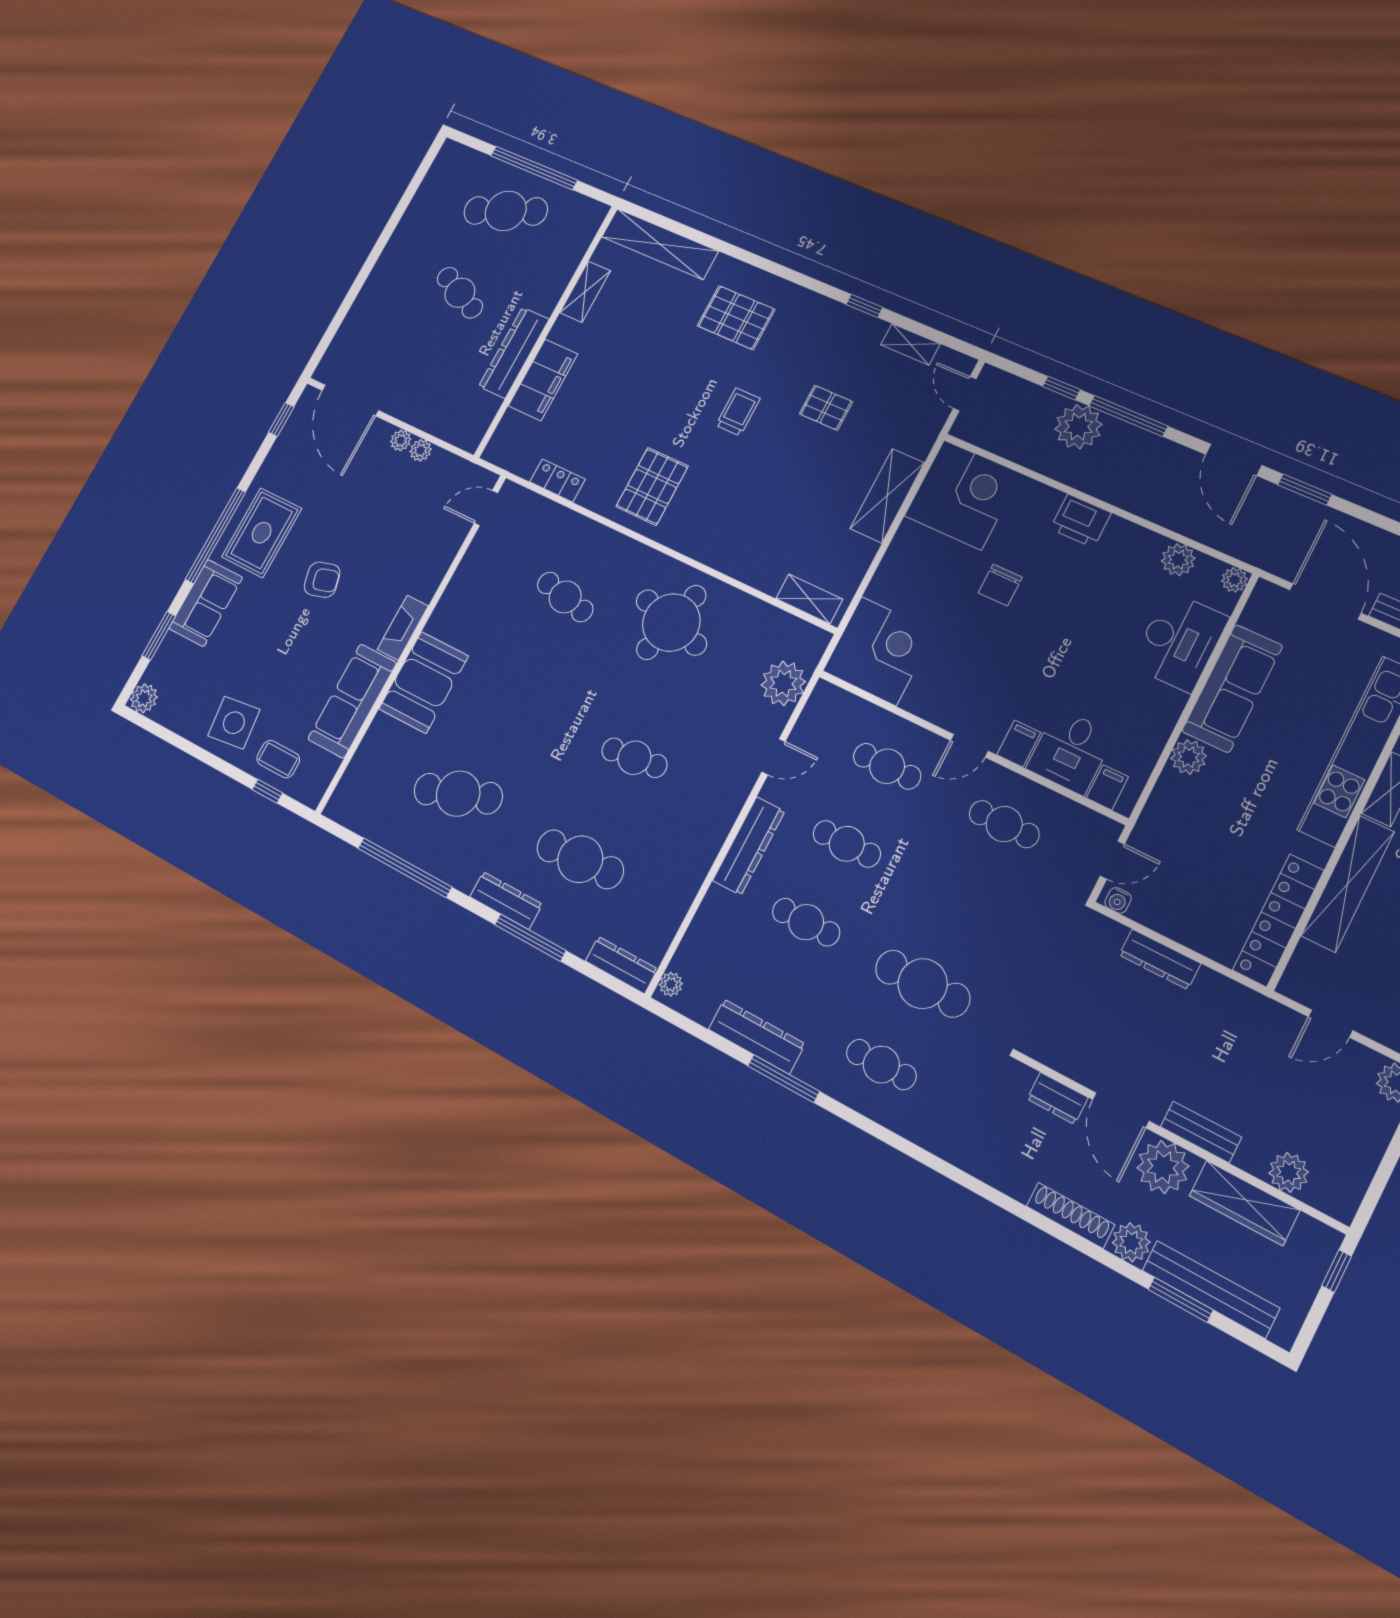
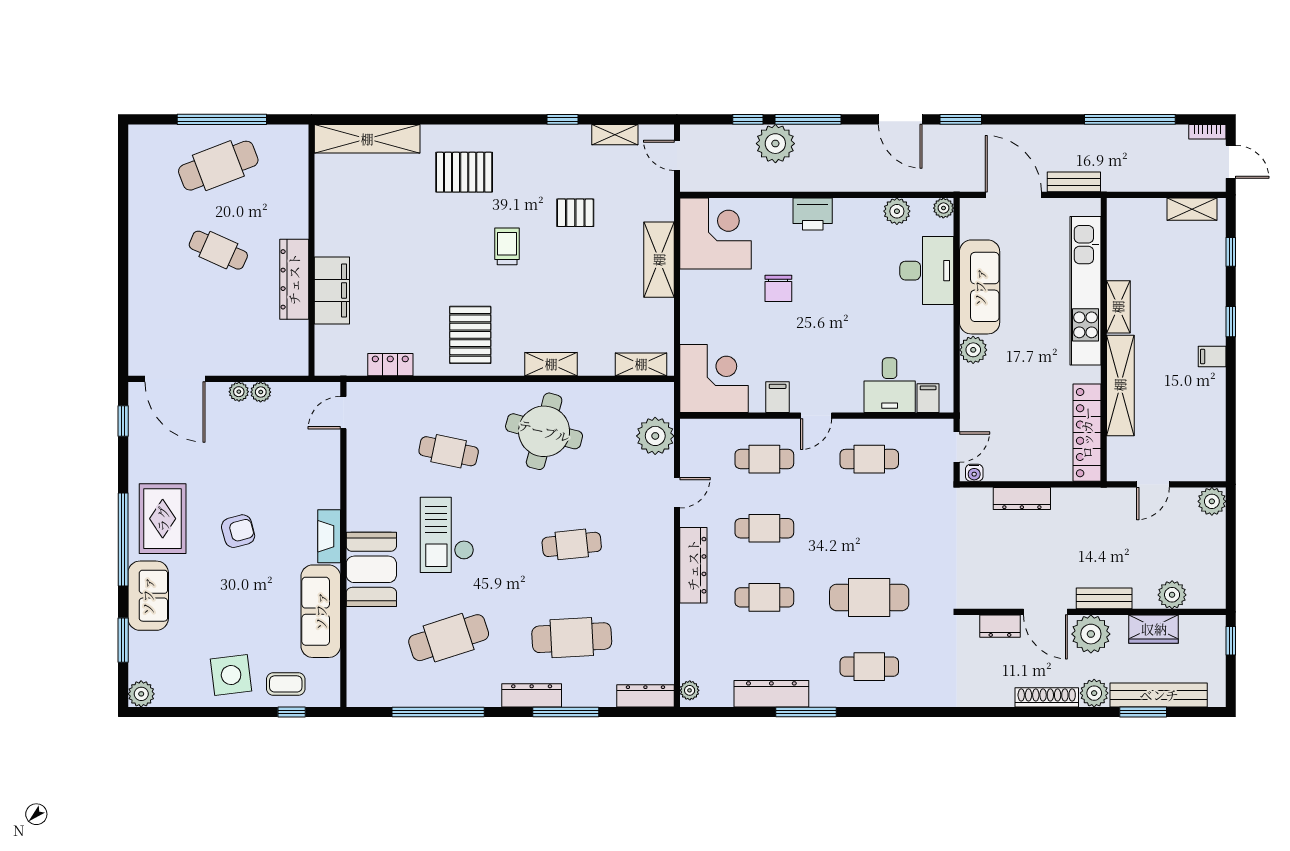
shelving: (585, 292) -> (551, 364), moved, turned 90
checkout: (516, 684) -> (447, 535), added
filing cabinet: (1019, 744) -> (778, 397), moved
wardrobe: (1244, 1203) -> (1154, 629), width x0.67

